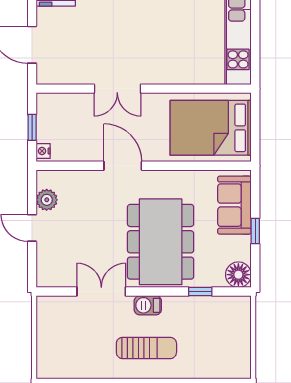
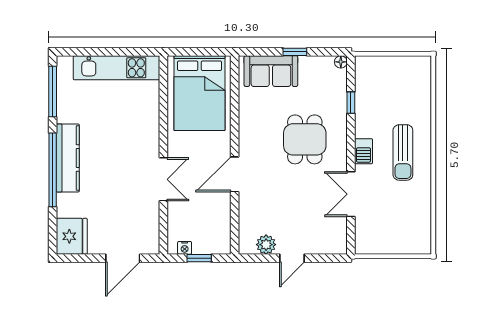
nightstand: (43, 151) -> (185, 248), moved
dining table: (161, 242) -> (305, 139), width x0.53, depth x0.80
floor lamp: (238, 275) -> (341, 62), width x0.53, depth x0.53
sun lounger: (146, 348) -> (403, 152), turned 180

